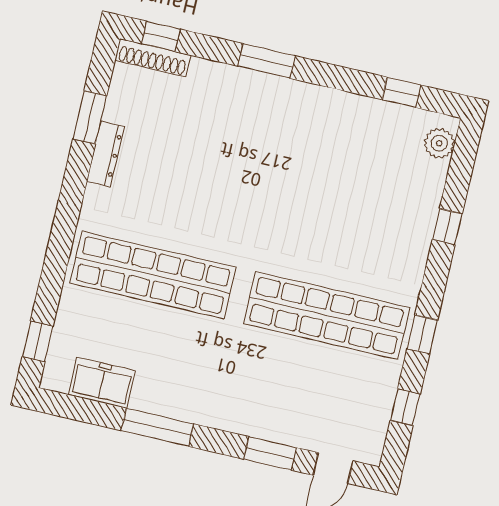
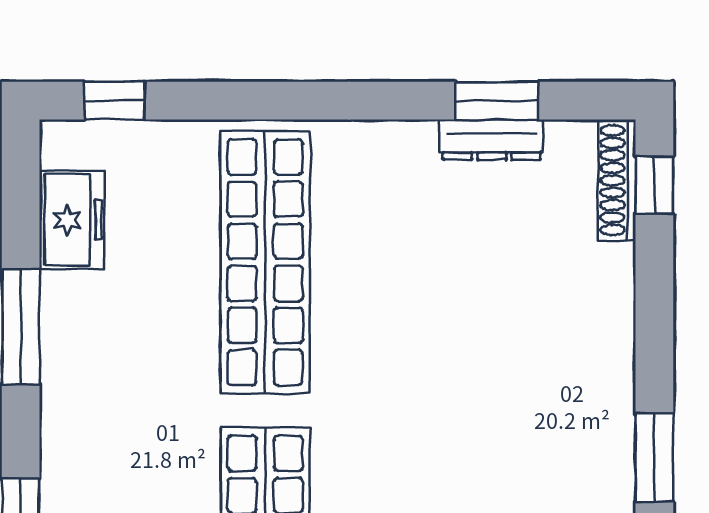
window: (267, 61) -> (654, 458), moved
dresser: (105, 154) -> (492, 140), moved

